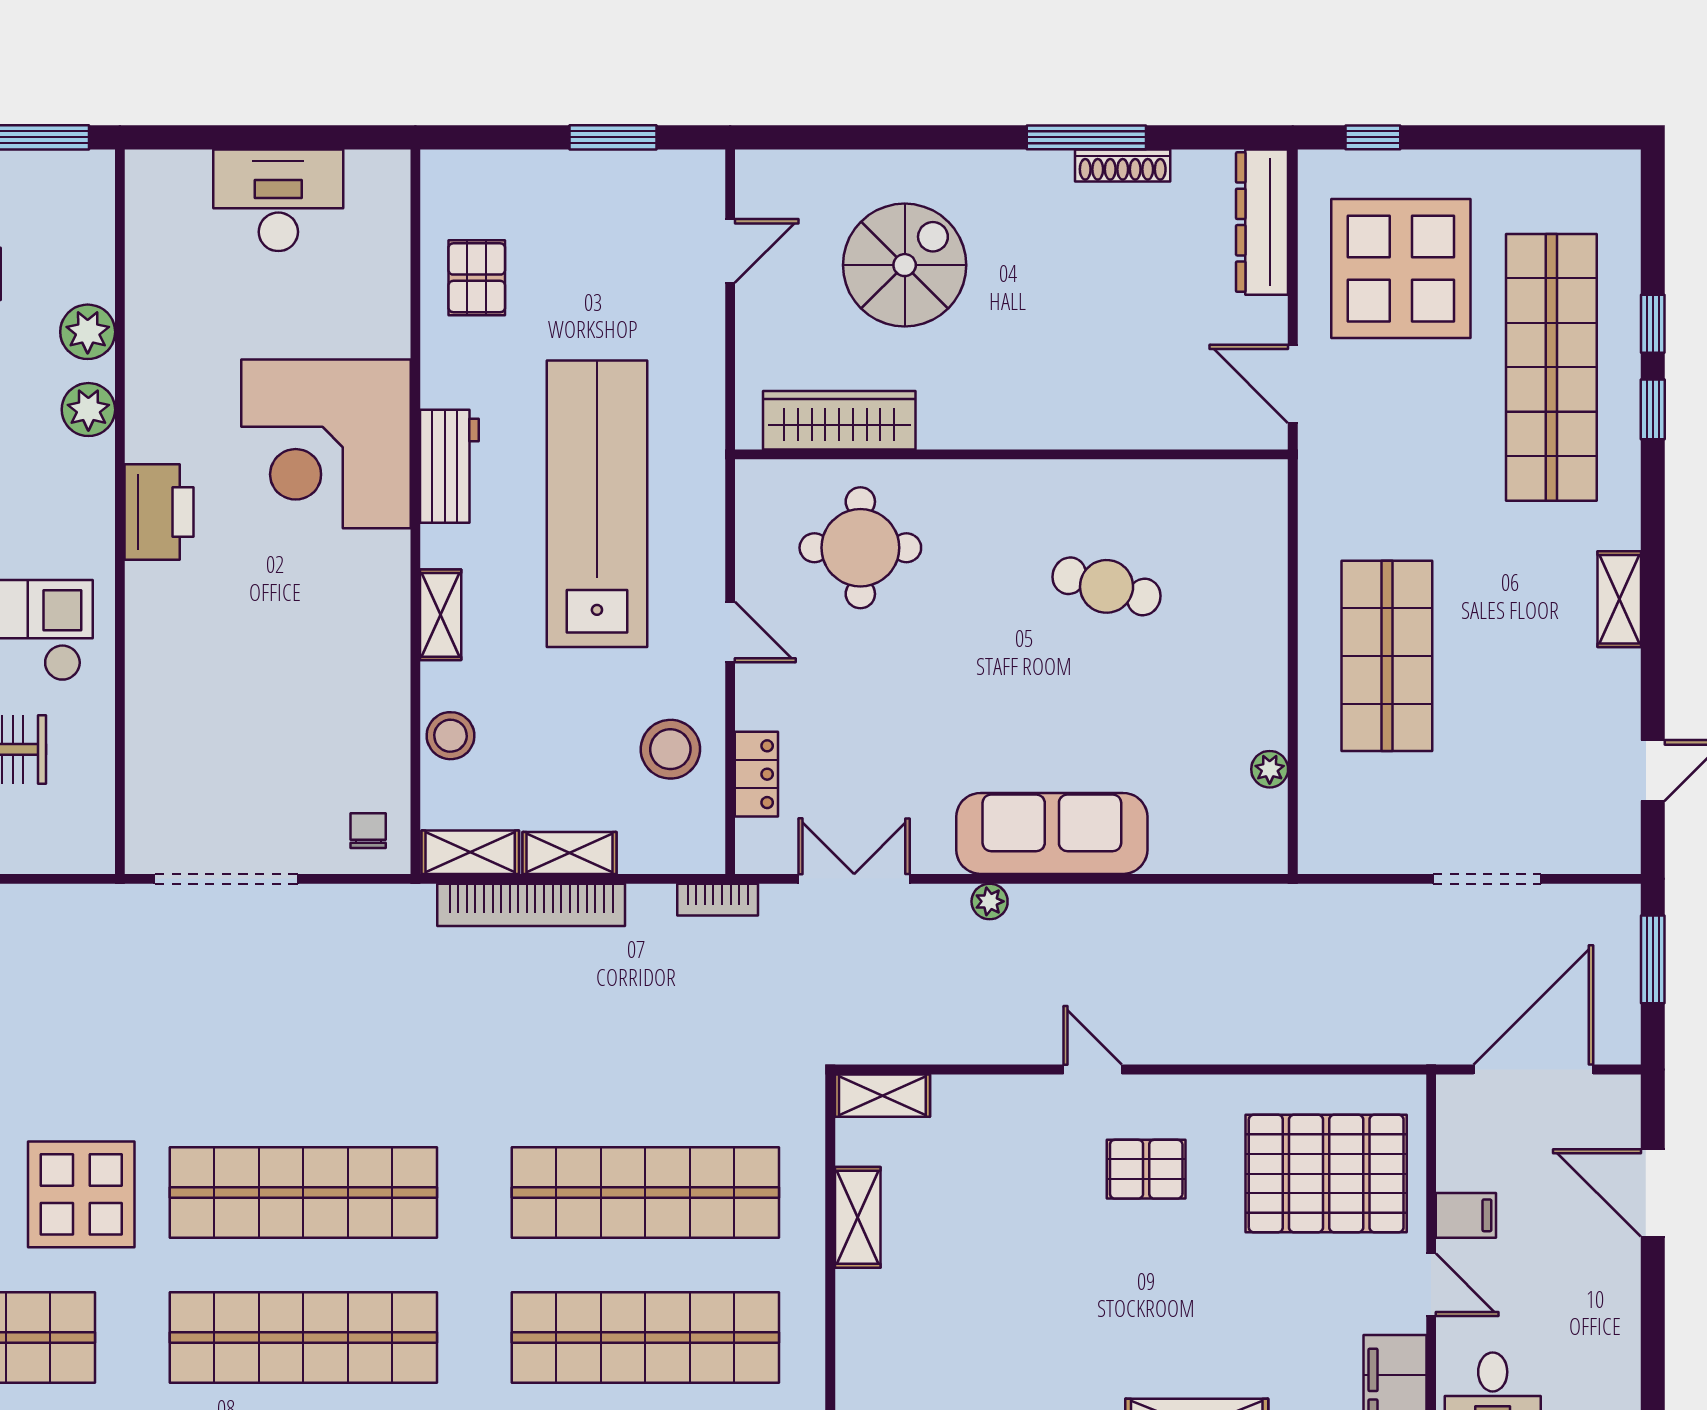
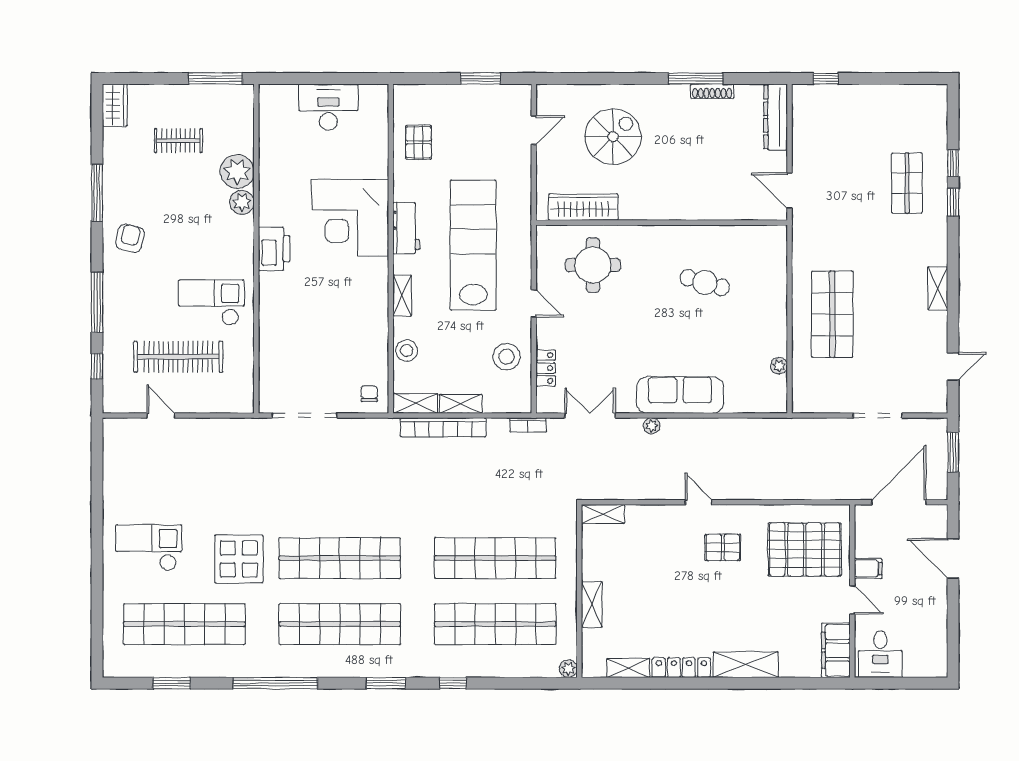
display table: (1401, 269) -> (839, 138), removed
plant: (88, 332) -> (237, 171), width x1.36, depth x1.36
shop shelf: (1551, 367) -> (907, 183), width x0.50, depth x0.74
shelving: (858, 1217) -> (592, 604), moved

